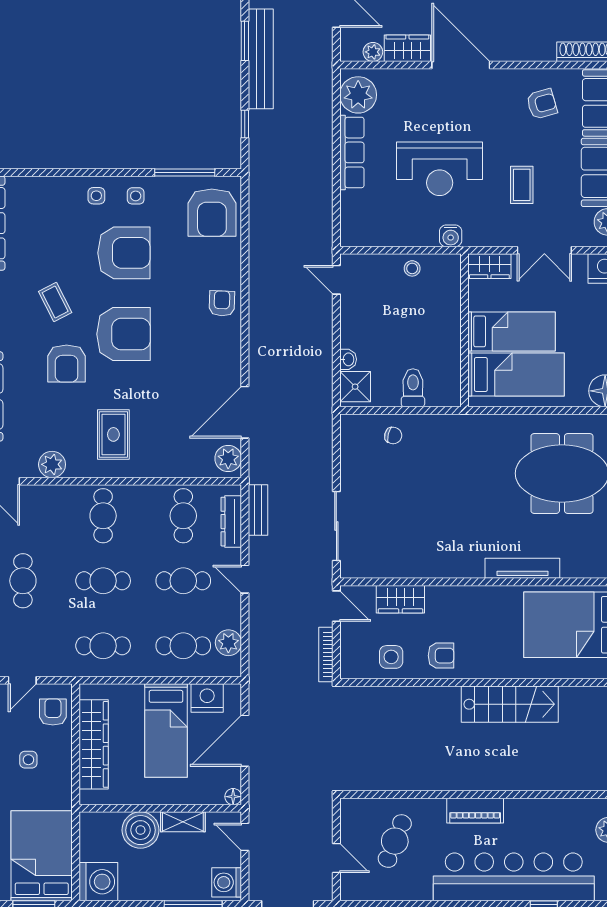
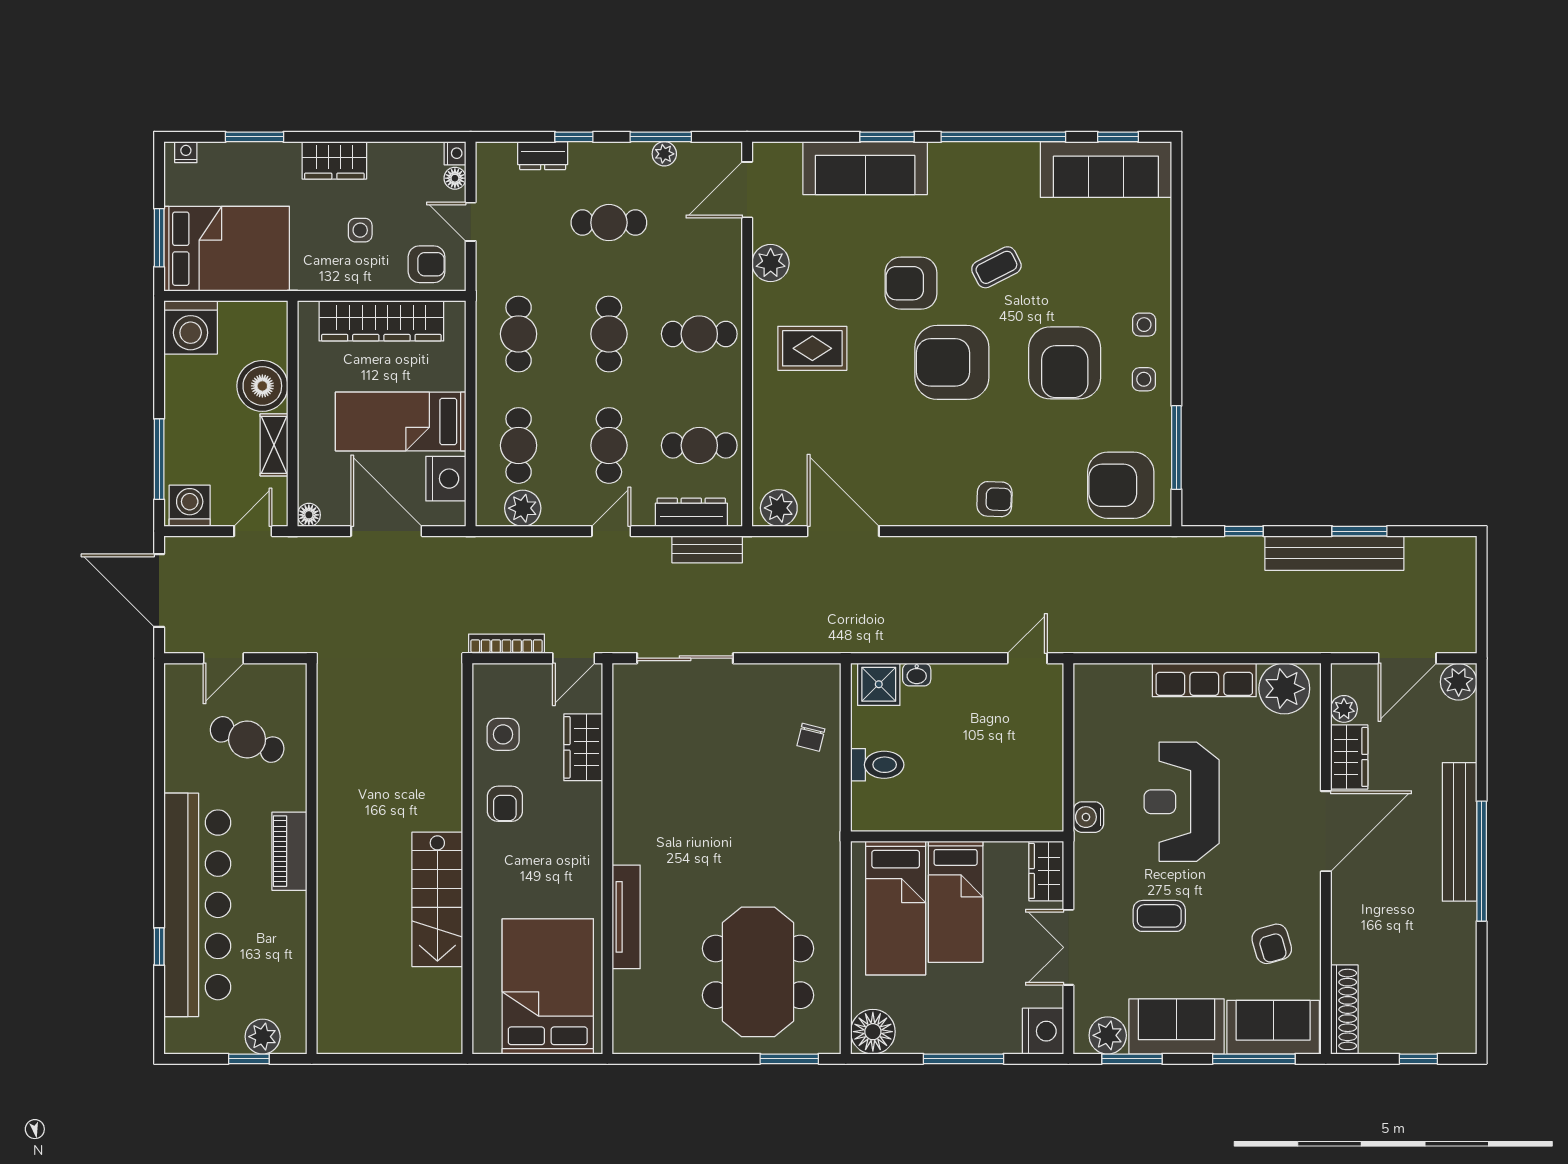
stool: (412, 268) -> (1043, 764), removed
armchair: (124, 334) -> (952, 362), turned 90

